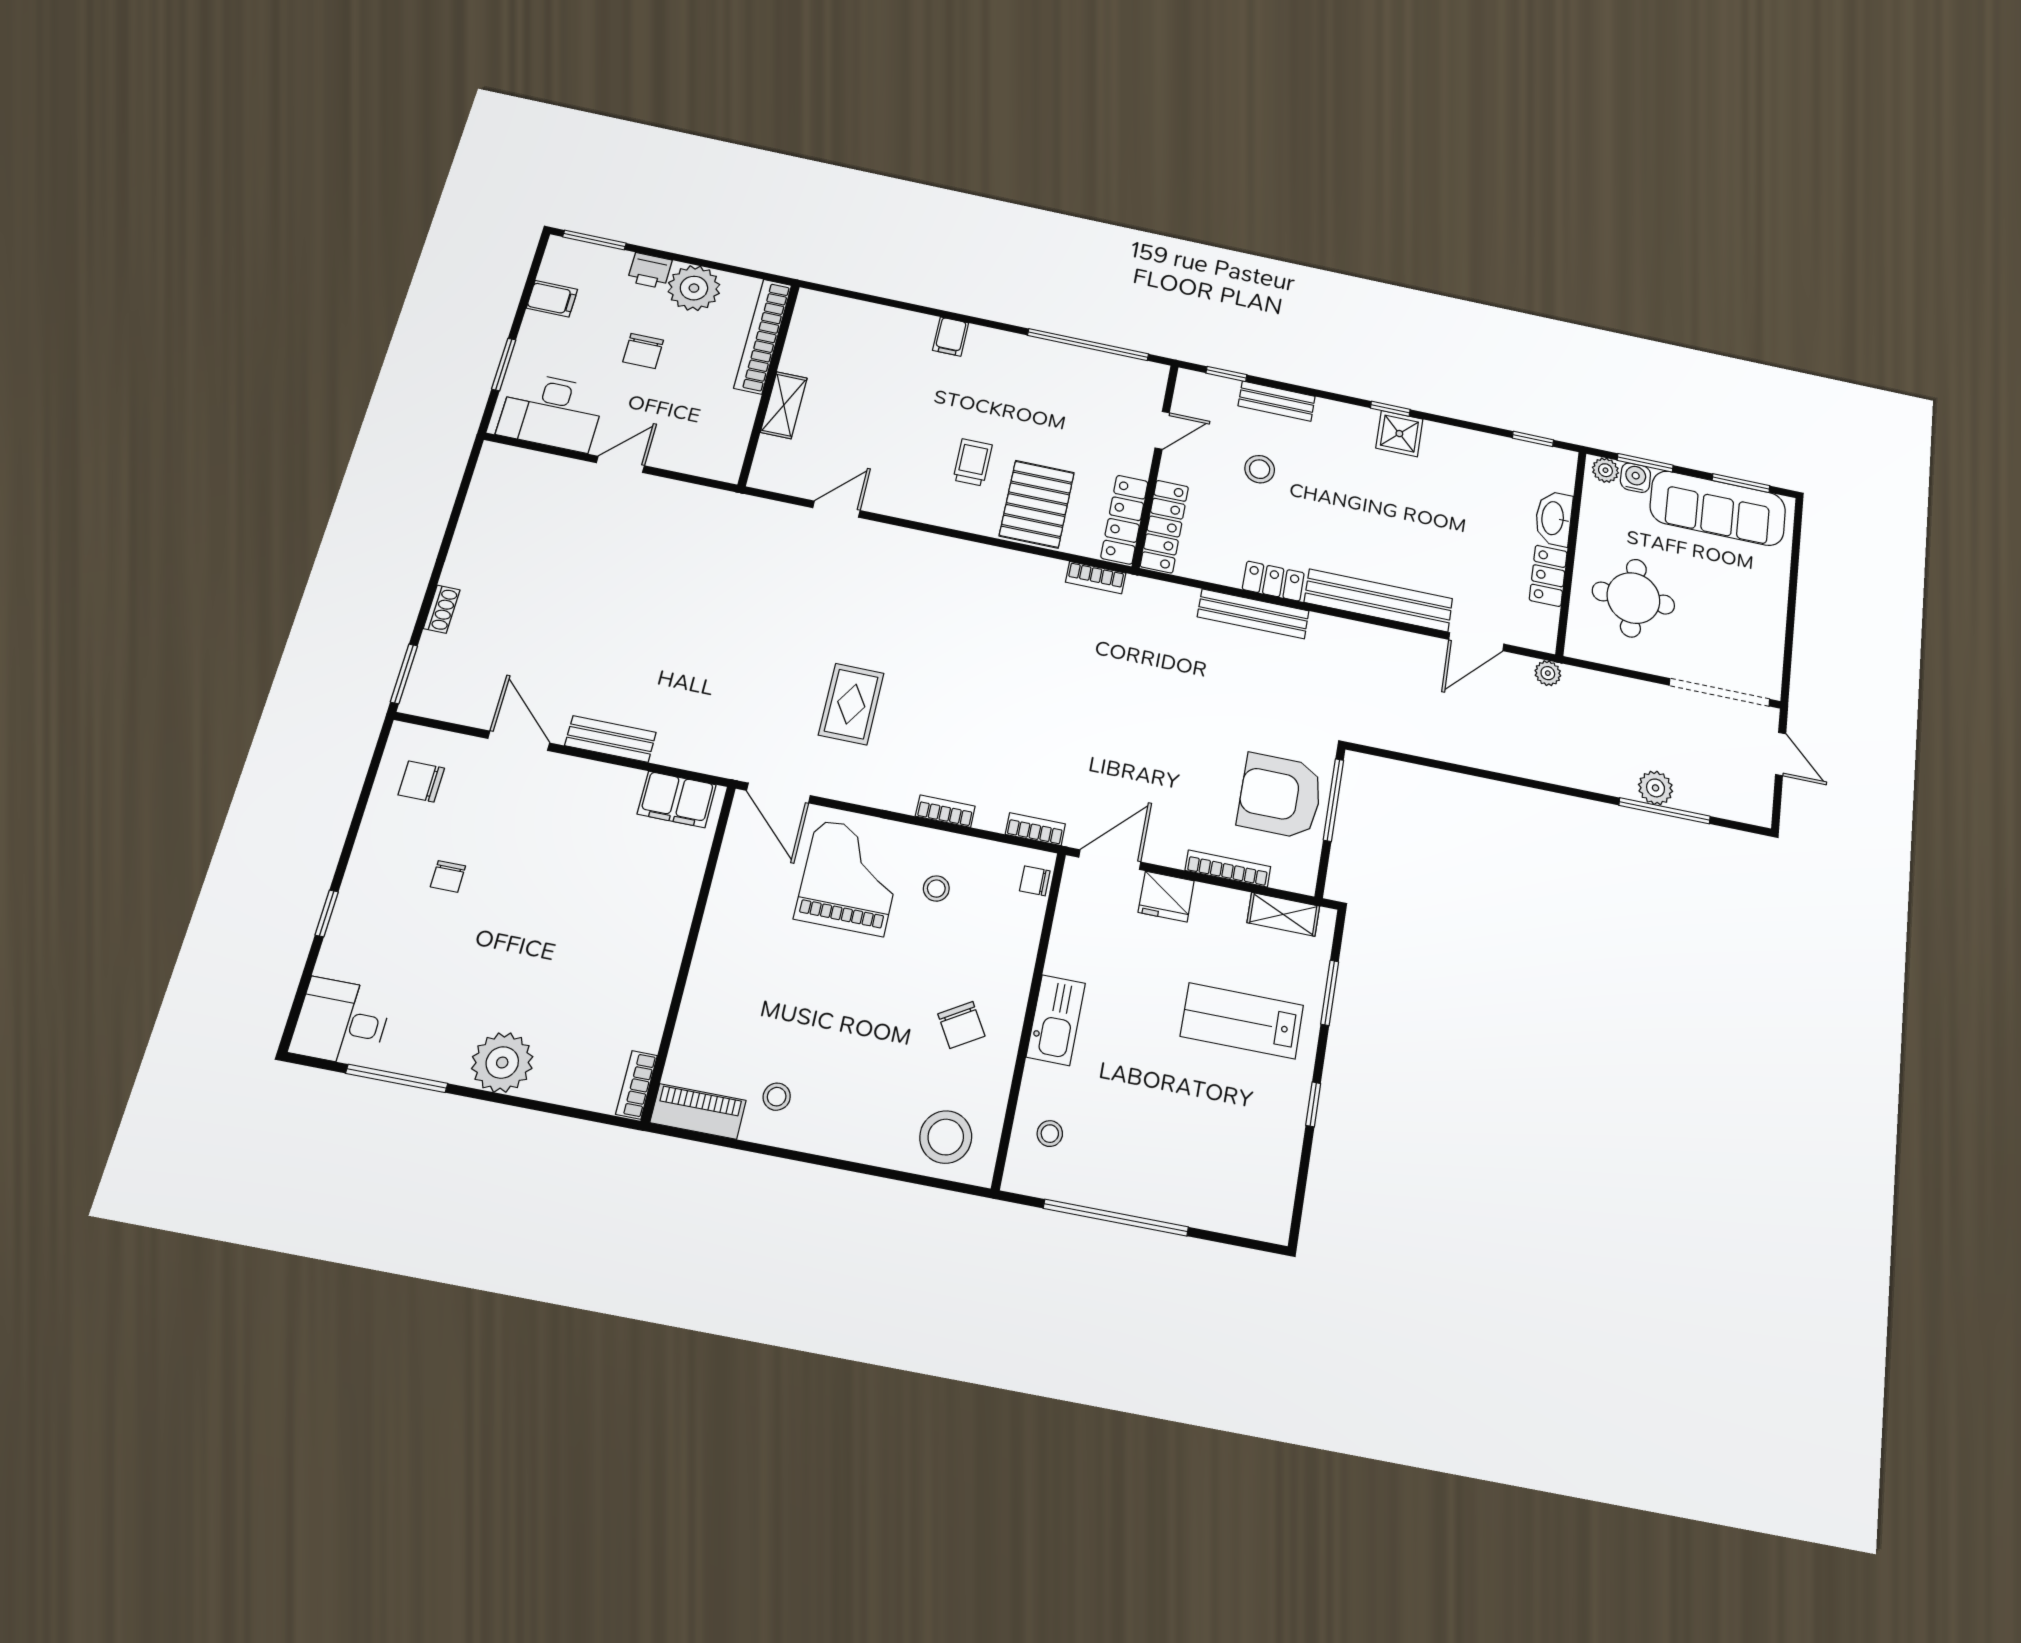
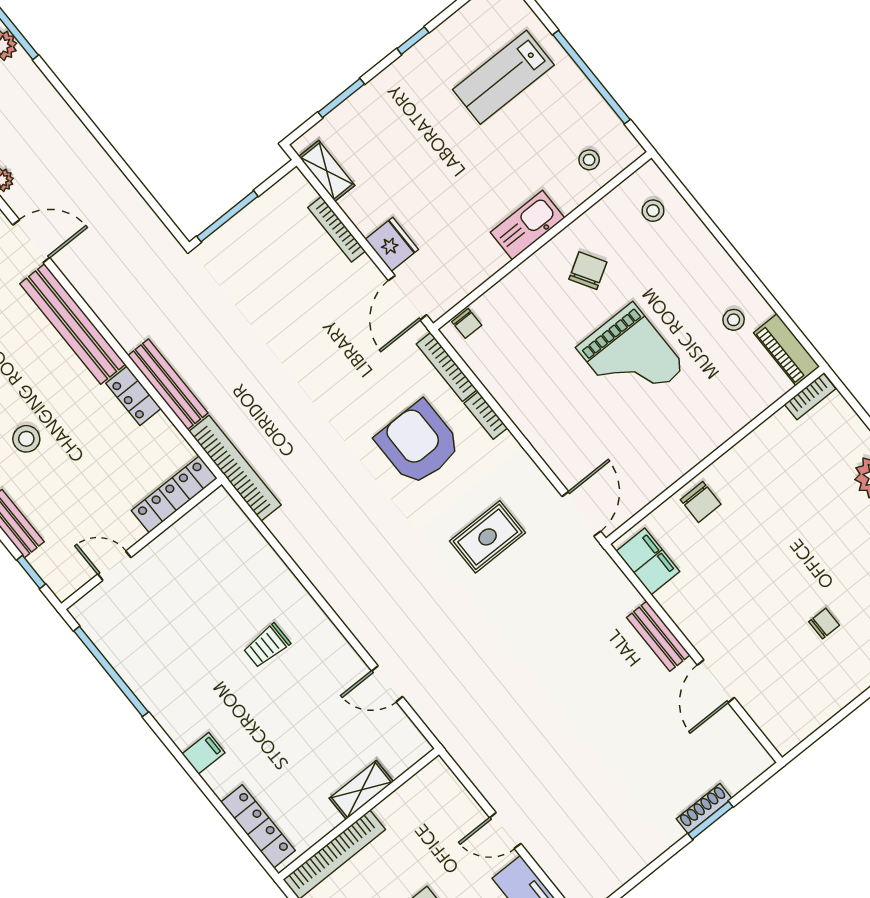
stool: (1260, 469) -> (26, 439), moved
pallet: (1037, 504) -> (248, 580), removed
locker: (1124, 520) -> (258, 826), moved, turned -90
bookcase: (1096, 578) -> (235, 468), width x2.31, depth x1.31
shoe rack: (442, 609) -> (704, 809), width x1.43
window: (404, 674) -> (710, 820), moved
chair: (421, 782) -> (701, 502), moved
armchair: (1280, 796) -> (418, 443), moved, turned 180
bookcase: (1035, 829) -> (447, 367), width x1.56
door: (1110, 860) -> (408, 298), hinge flipped
grand piano: (850, 877) -> (631, 358), moved, turned -90
stool: (936, 889) -> (533, 370), removed
lab bench: (1242, 1021) -> (503, 77), moved, turned 90
stool: (946, 1137) -> (653, 211), width x0.53, depth x0.53

